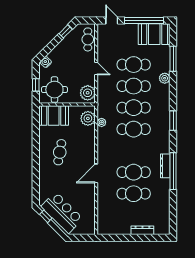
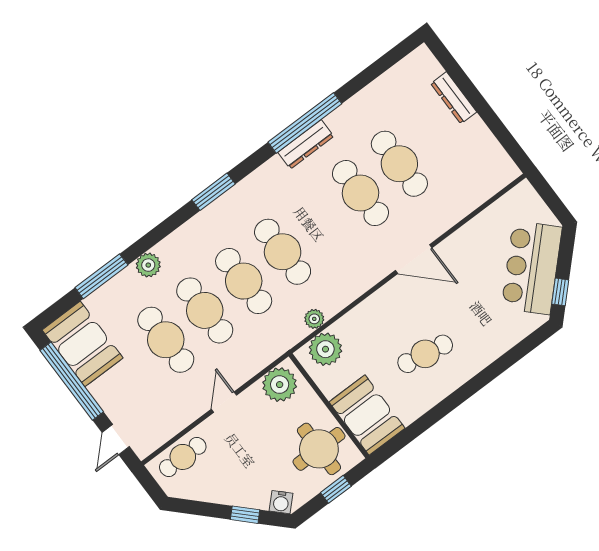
window: (66, 31) -> (245, 515), moved

